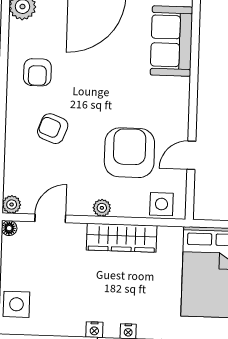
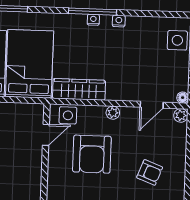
door: (191, 155) -> (46, 135), moved
wardrobe: (122, 238) -> (79, 89), moved

